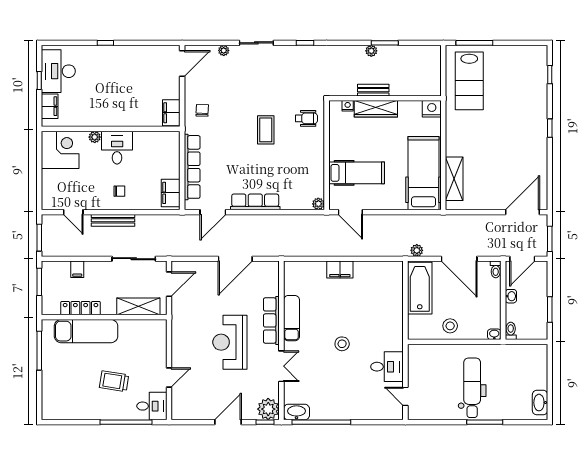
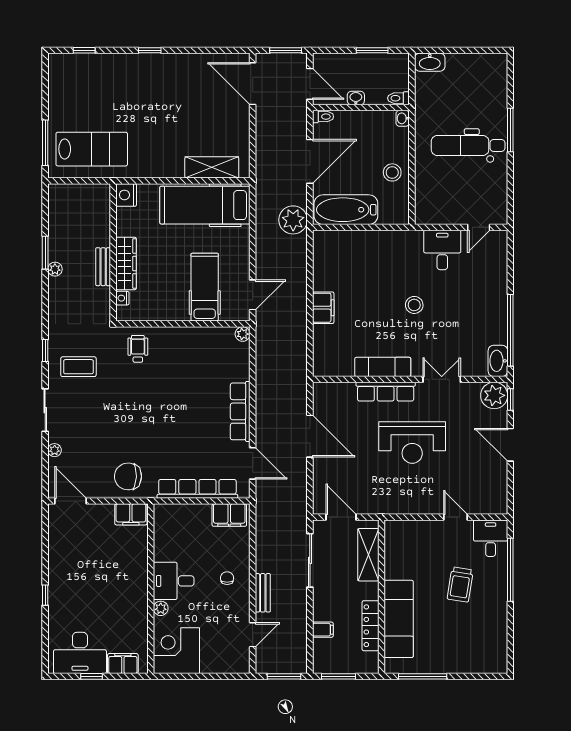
chair: (202, 110) -> (128, 476), width x1.87, depth x1.87
coffee table: (266, 130) -> (78, 367), moved
bench: (113, 220) -> (263, 593), width x0.73
plant: (417, 250) -> (293, 220), width x1.88, depth x1.88
washbasin: (540, 403) -> (430, 62), moved

